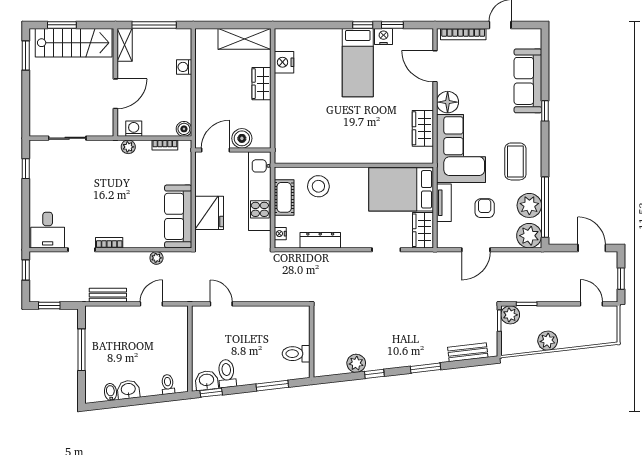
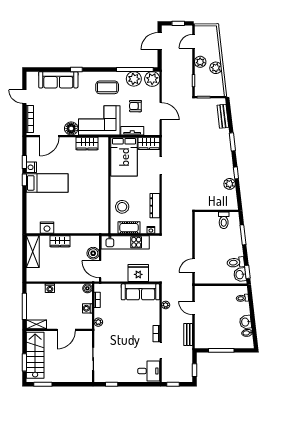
door: (115, 94) -> (66, 330), swing flipped
washing machine: (134, 129) -> (87, 308), moved
plant: (510, 315) -> (200, 62), moved

